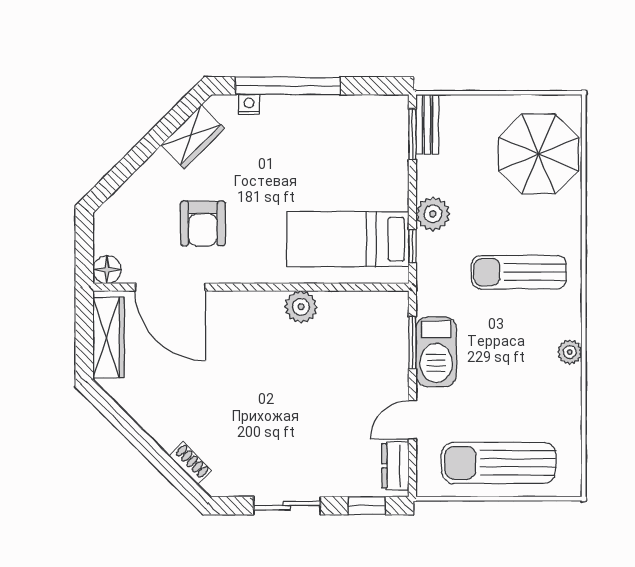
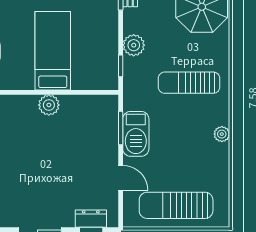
bed: (348, 239) -> (53, 51), moved, turned 90
door: (412, 420) -> (121, 178), swing flipped
dresser: (395, 466) -> (91, 219), moved, turned 90

